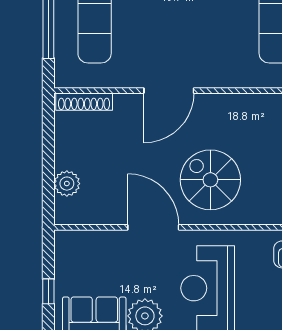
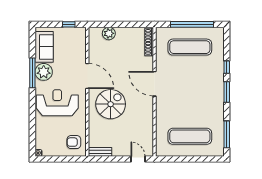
door: (153, 227) -> (87, 76), hinge flipped
window: (48, 291) -> (69, 24), moved

